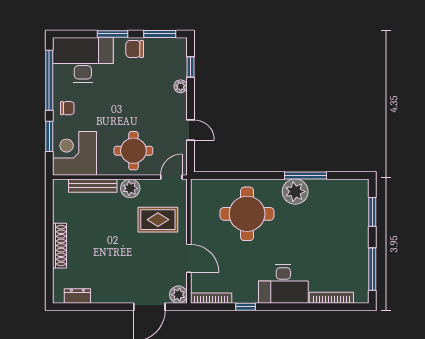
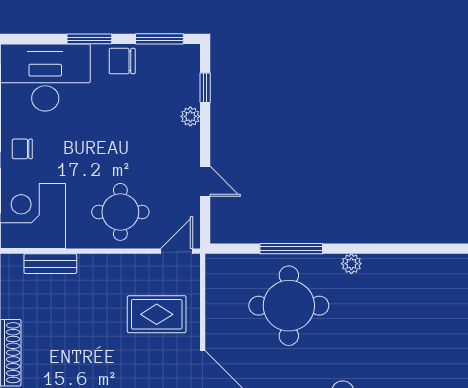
chair: (67, 108) -> (22, 149), turned 180
window: (305, 175) -> (291, 249), moved
bench: (93, 186) -> (50, 264), width x0.73
plant: (130, 188) -> (116, 268), removed
plant: (295, 192) -> (351, 264), width x0.53, depth x0.53

